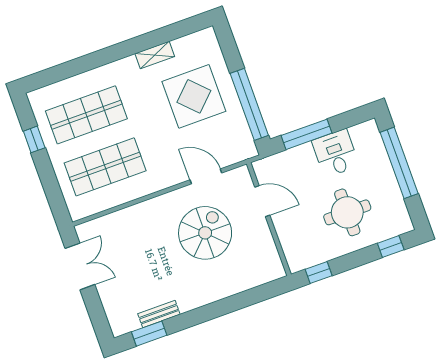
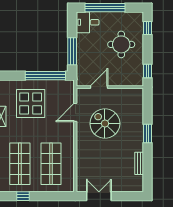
desk: (335, 153) -> (88, 22), moved
window: (149, 334) -> (148, 133), moved

